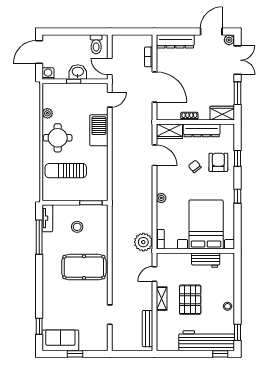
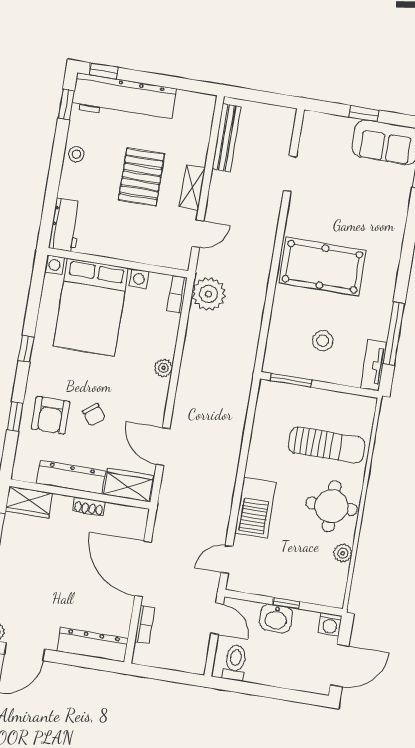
workbench: (206, 260) -> (65, 225), moved, turned 90

